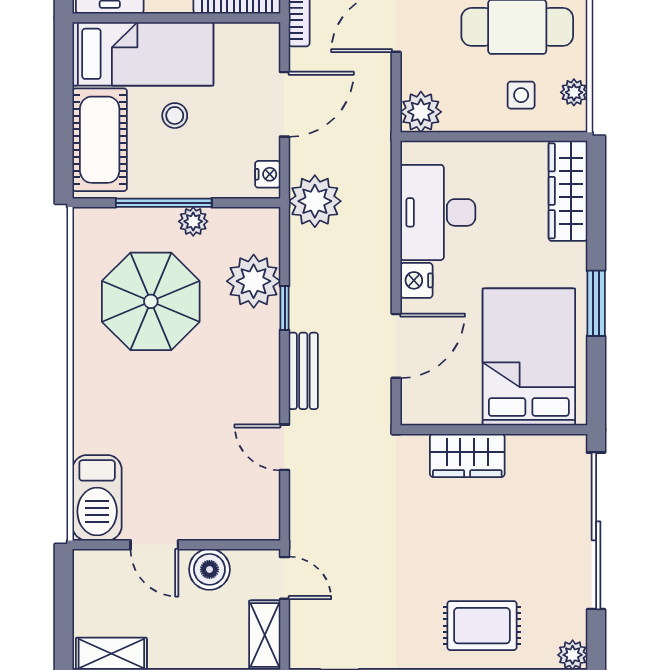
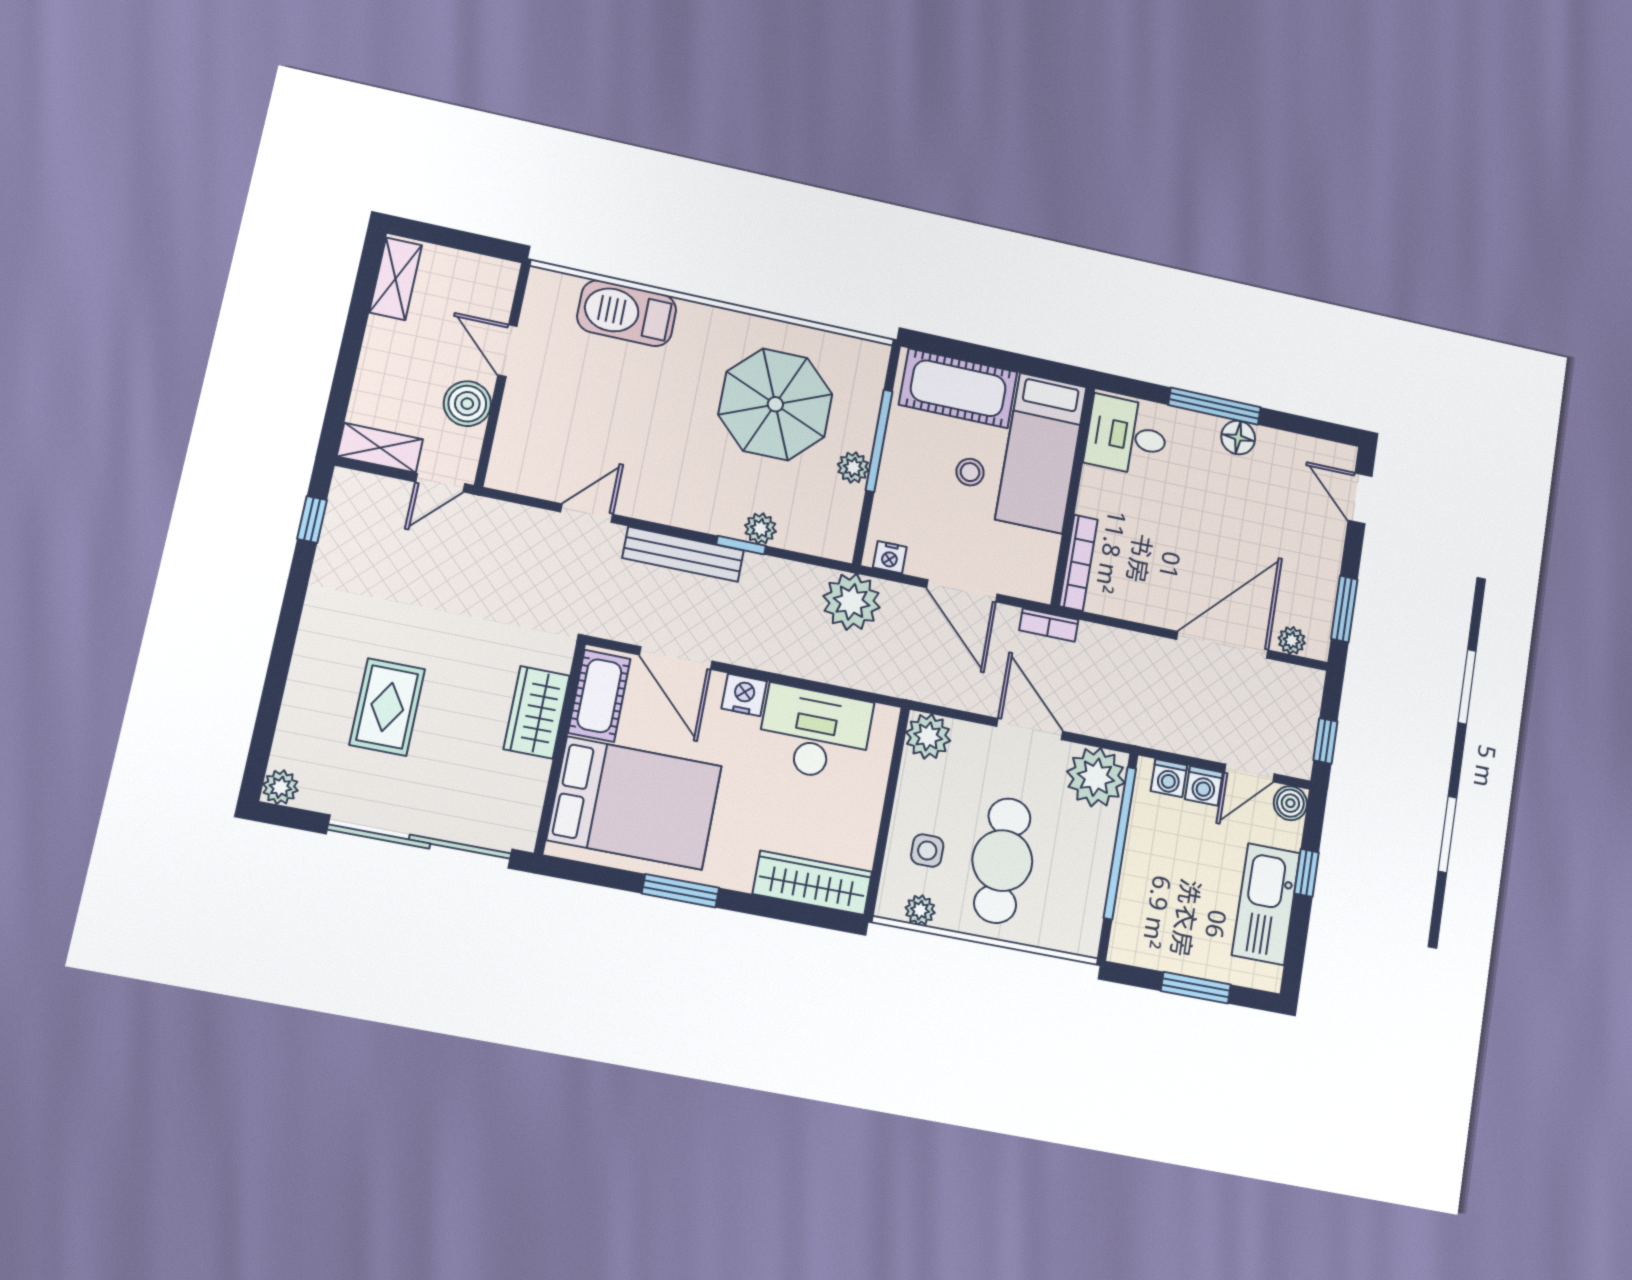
plant: (254, 281) -> (760, 528), width x0.53, depth x0.53
bench: (303, 371) -> (683, 554), width x1.36
cot: (442, 405) -> (599, 696), added
barbecue: (97, 498) -> (627, 313), moved
door: (154, 545) -> (507, 351), hinge flipped
rug: (482, 626) -> (387, 707), moved

